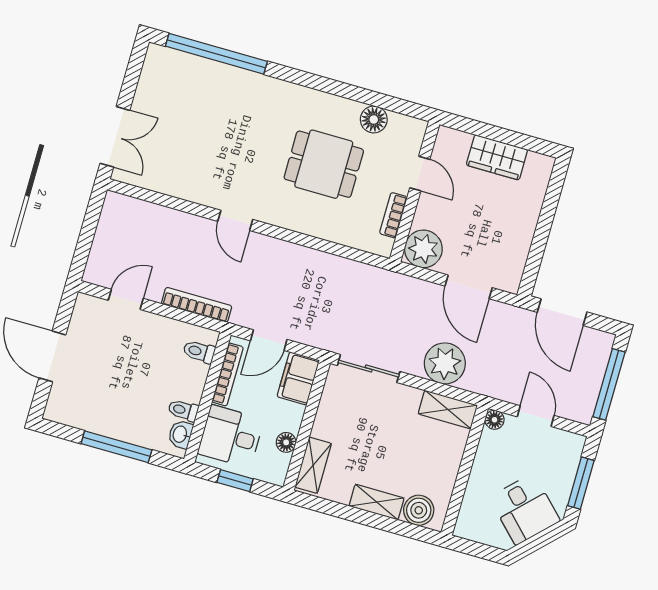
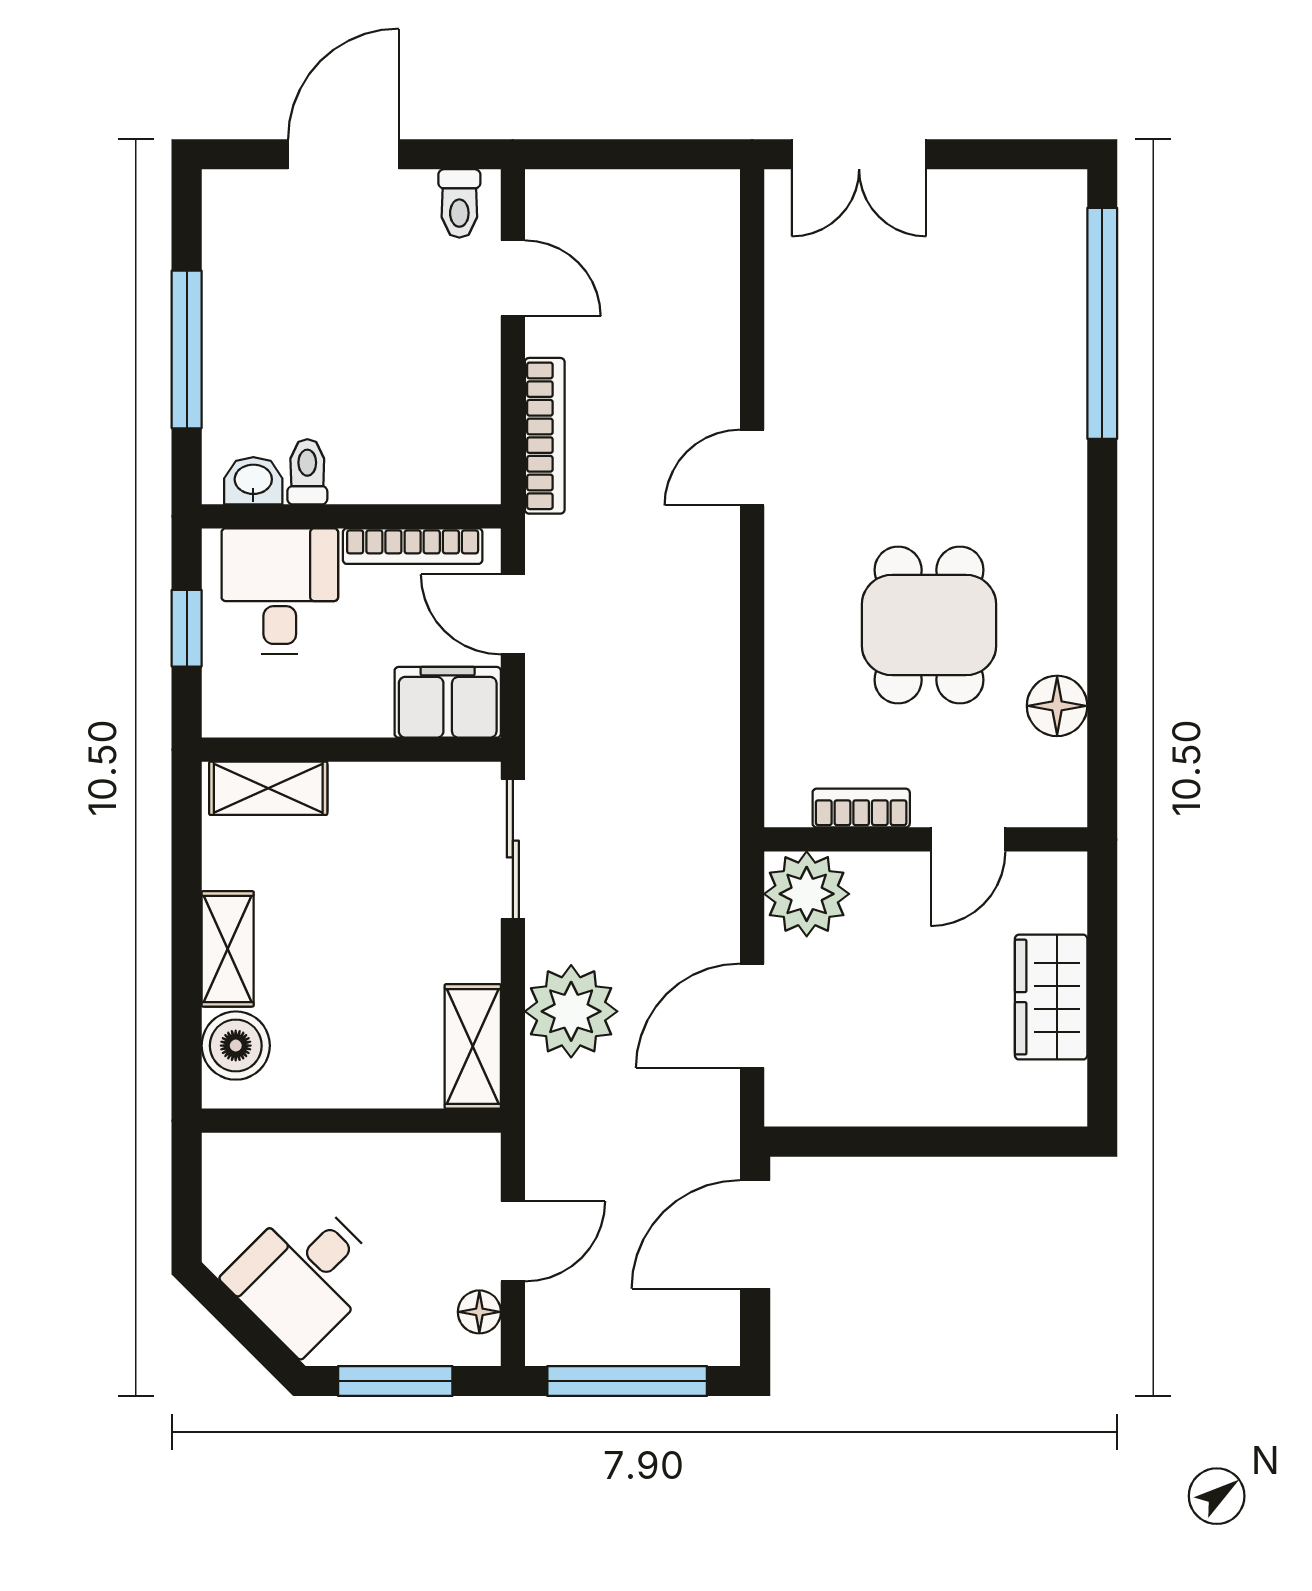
toilet: (199, 352) -> (459, 203), moved, turned 180
floor lamp: (494, 420) -> (479, 1312), moved
floor lamp: (286, 442) -> (301, 715), removed

